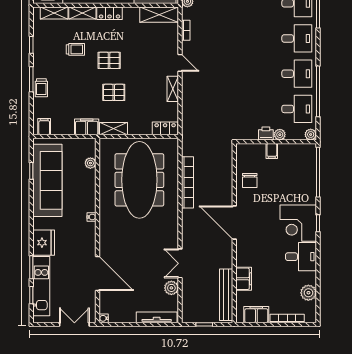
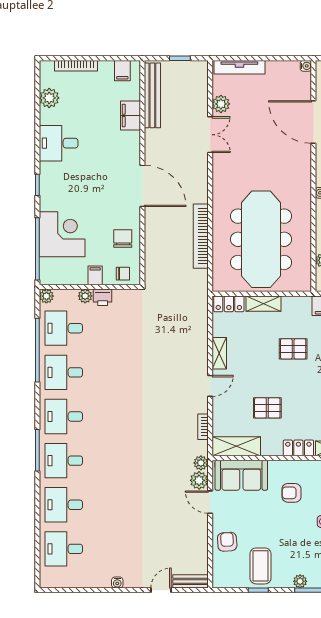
pallet: (109, 60) -> (267, 408), moved
door: (180, 63) -> (210, 386), swing flipped
shelving: (114, 129) -> (263, 304), moved
chair: (250, 153) -> (123, 274), added
corner desk: (298, 223) -> (62, 234), moved
filing cabinet: (256, 315) -> (122, 71), width x0.50

